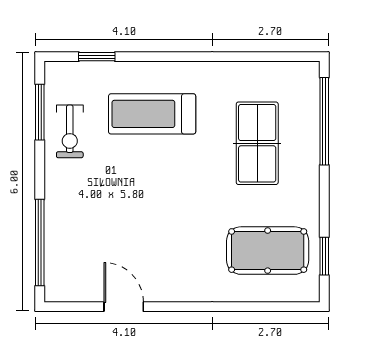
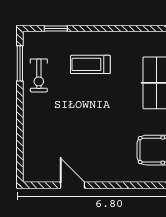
treadmill: (152, 114) -> (90, 64), width x0.73, depth x0.73
window: (40, 243) -> (20, 145), removed

